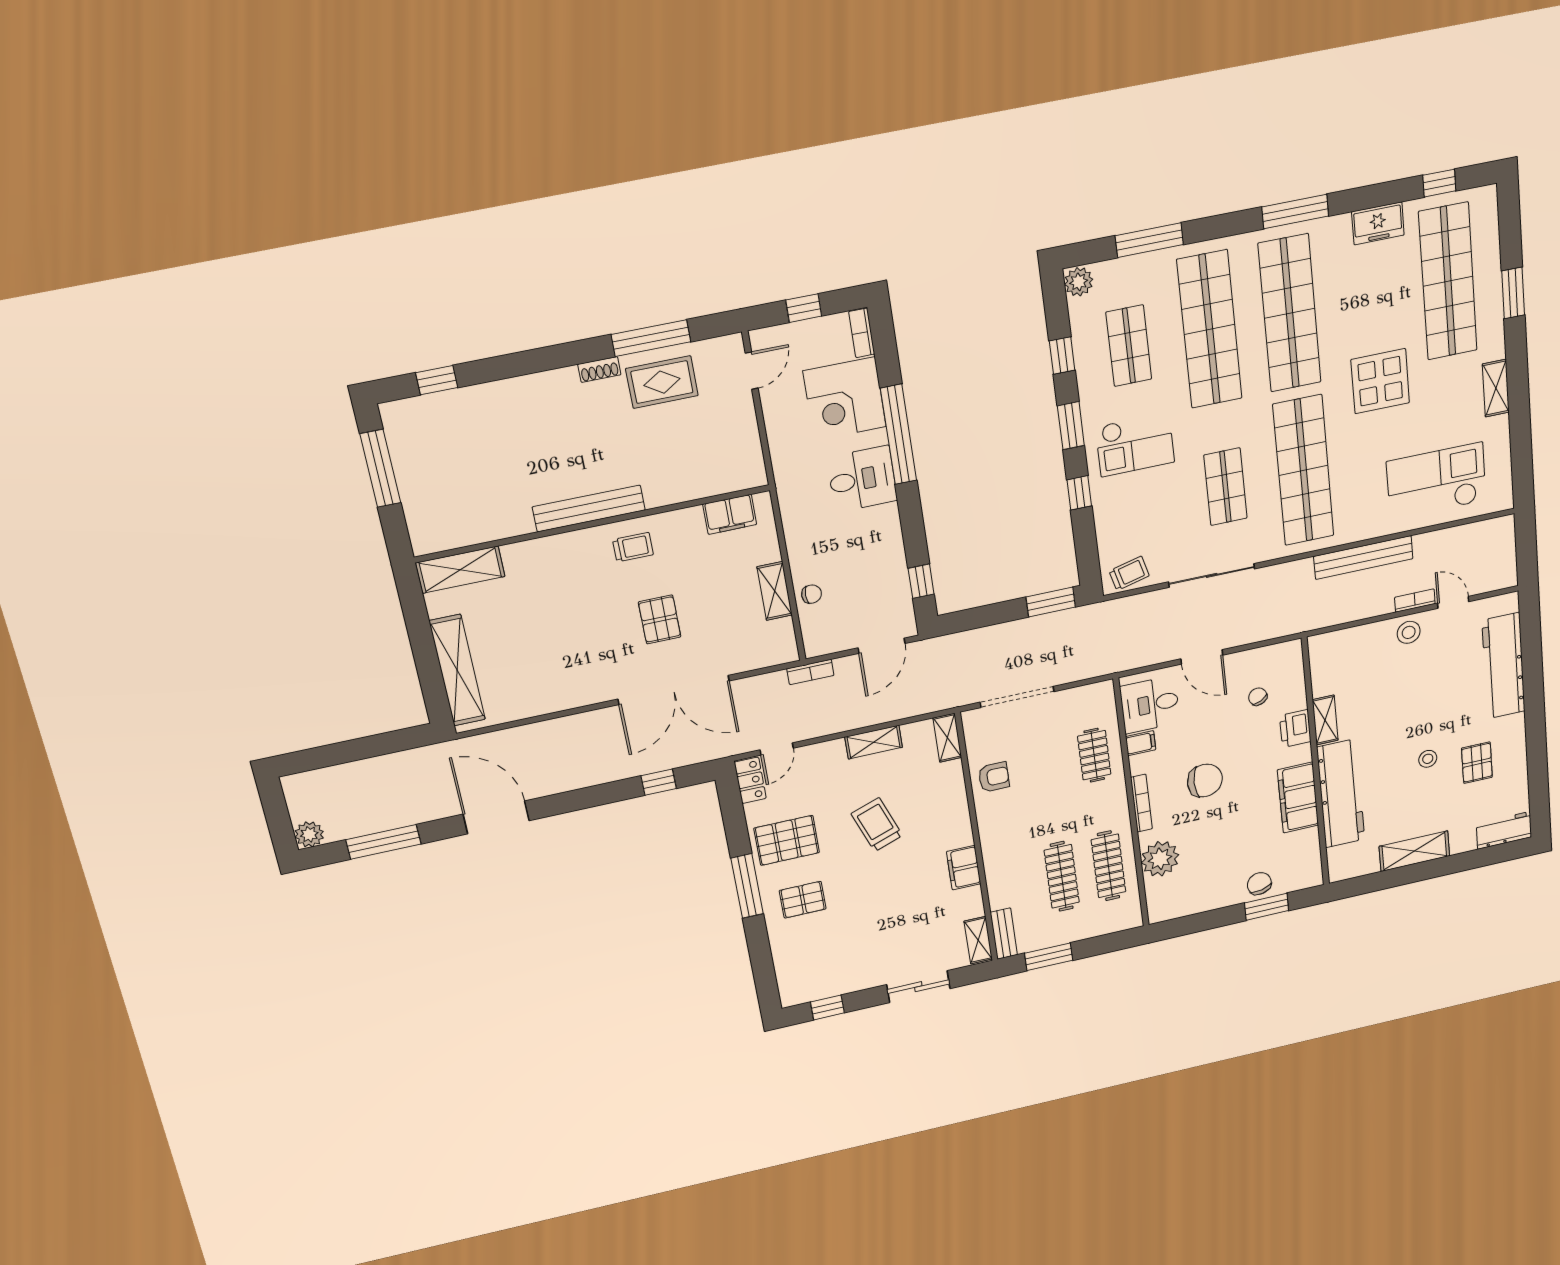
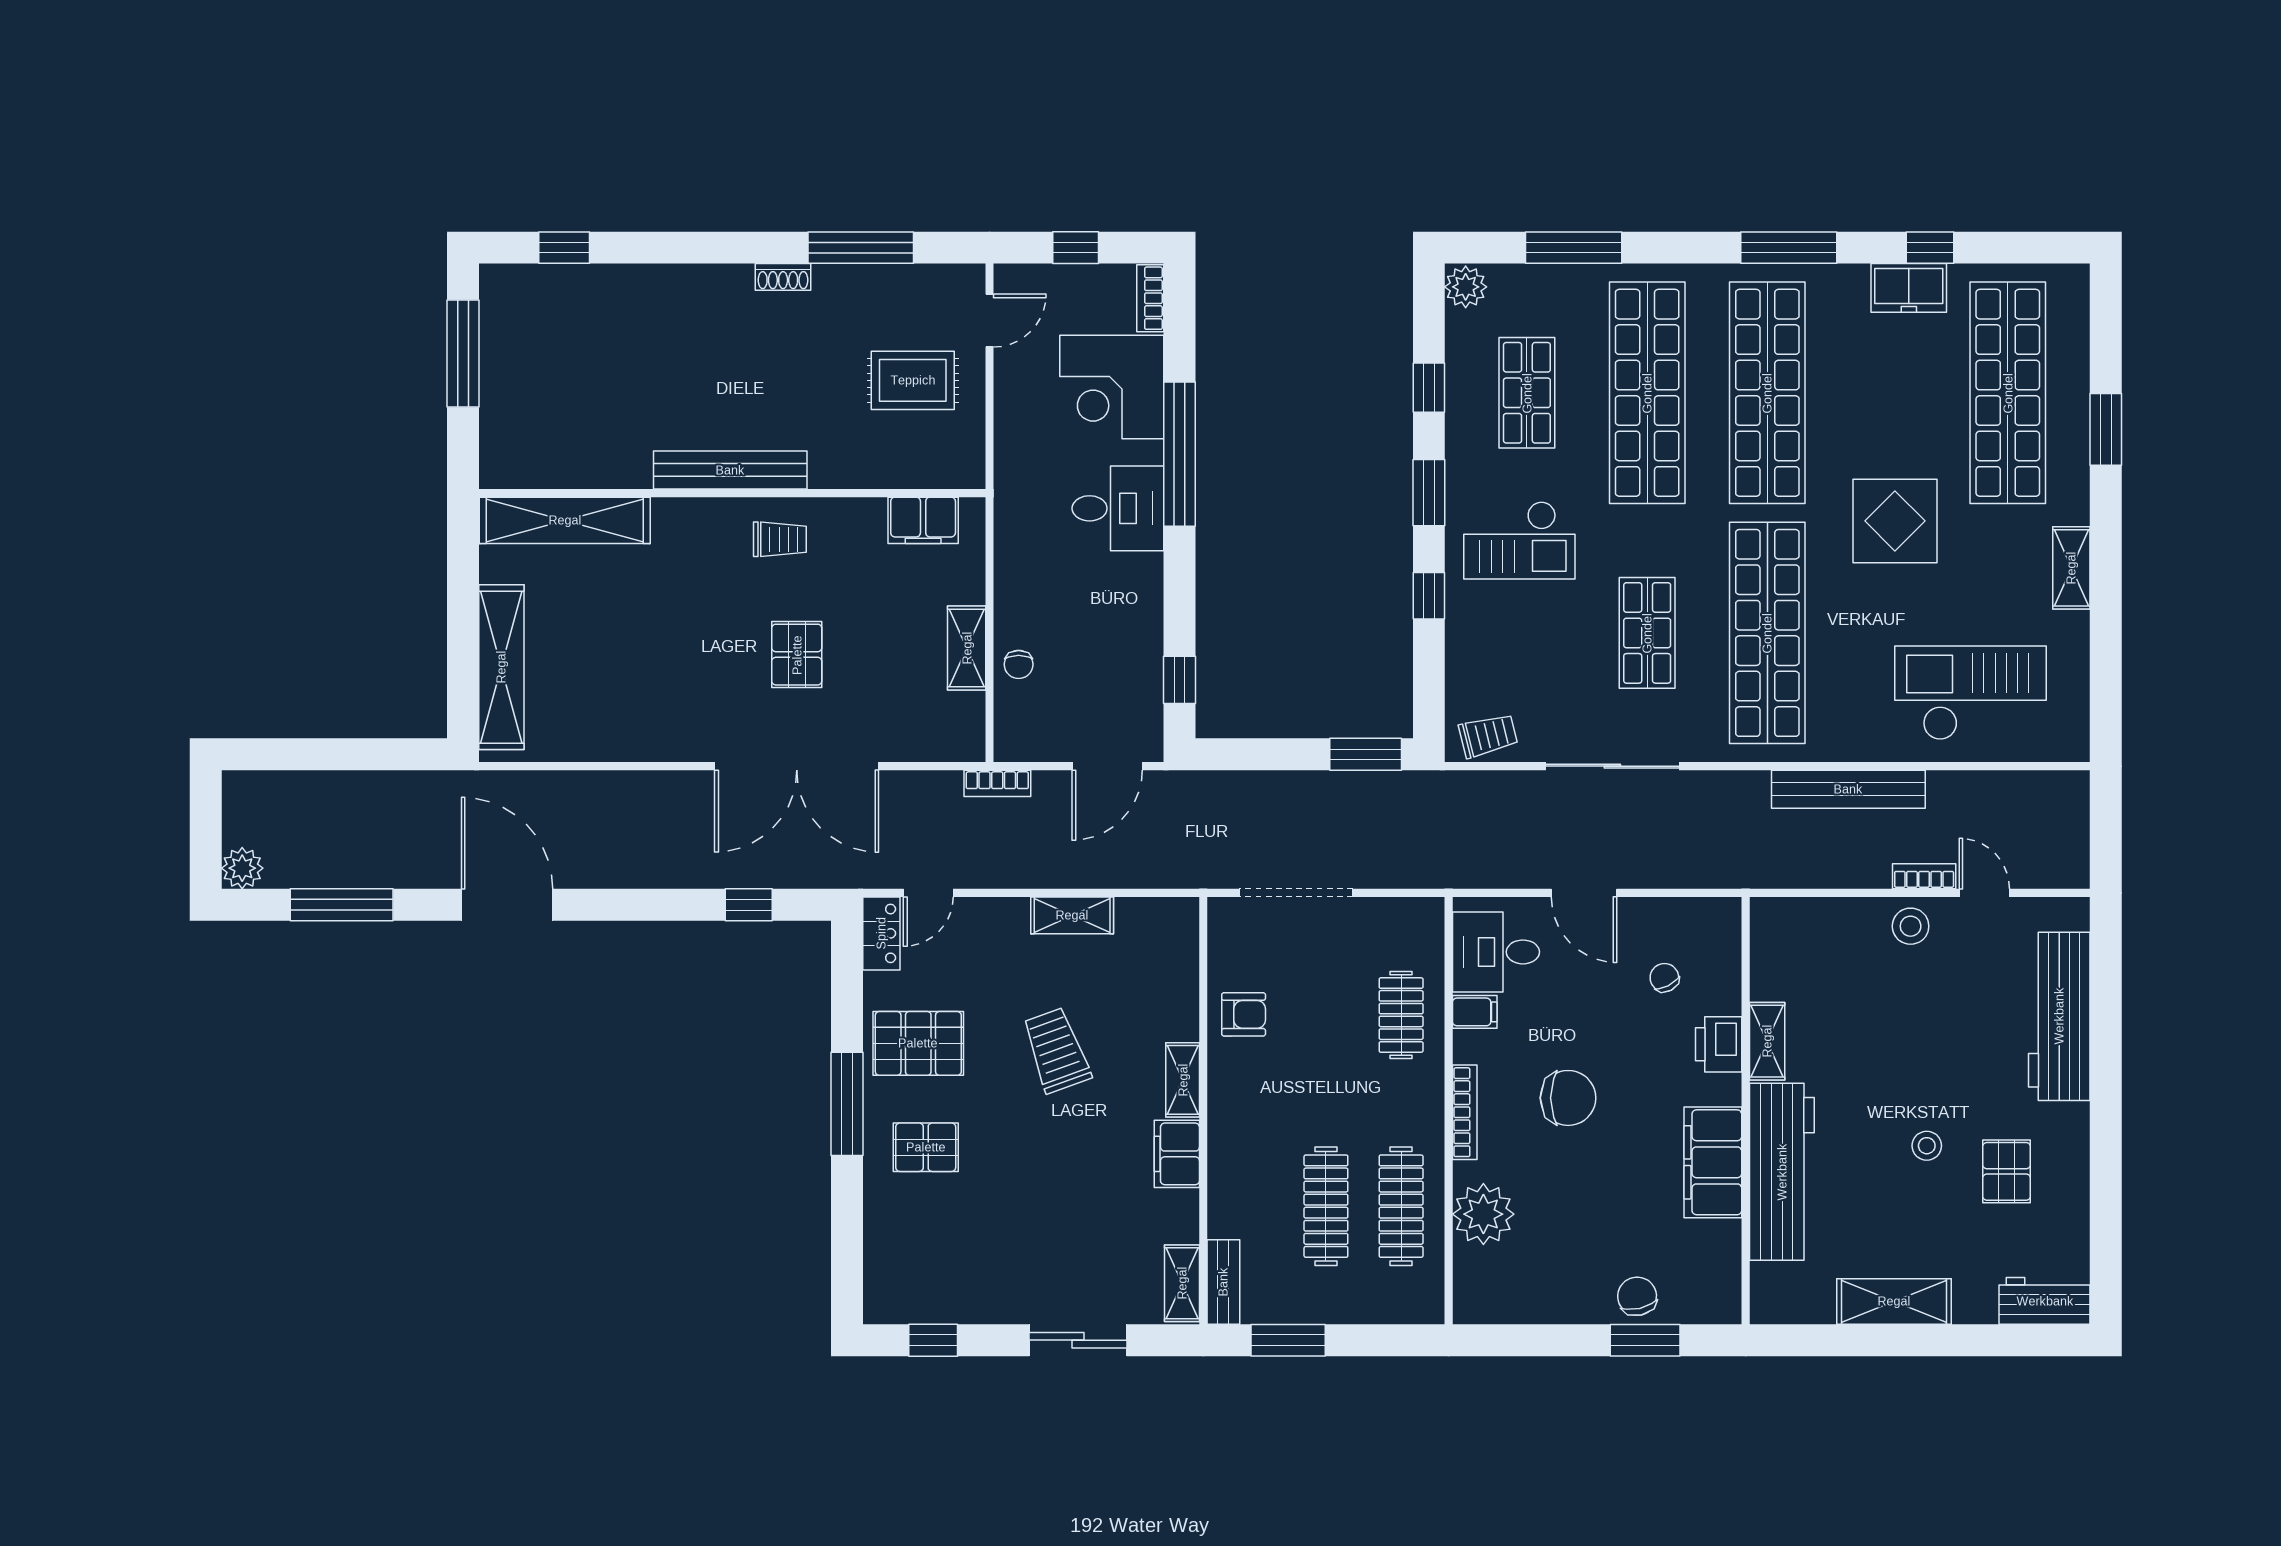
window: (1439, 183) -> (1930, 248), moved
rug: (662, 382) -> (913, 380), moved
shelving: (460, 570) -> (565, 520), width x1.47
chair: (812, 594) -> (1019, 664), turned 90
shelving: (947, 738) -> (1183, 1080), moved

